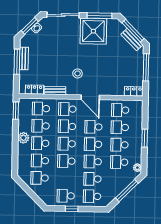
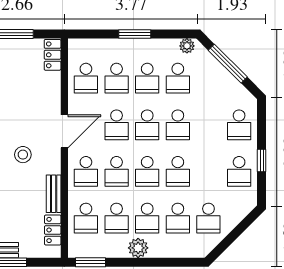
school desk: (92, 179) -> (208, 125), removed

